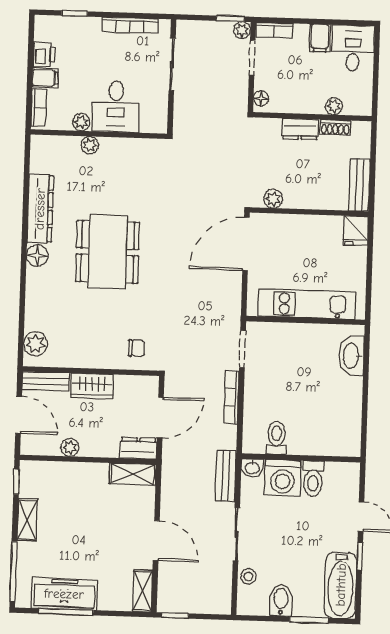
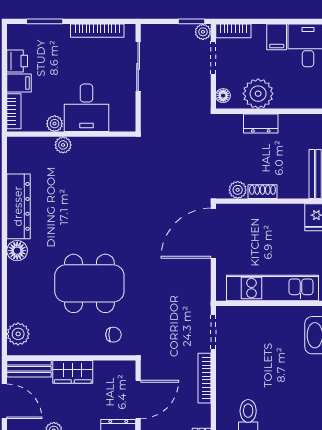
window: (75, 13) -> (45, 21), width x1.50
plant: (334, 106) -> (258, 94), moved, width x1.88, depth x1.88
shoe rack: (335, 128) -> (262, 192), moved, turned 180
dining table: (108, 252) -> (89, 283), moved, turned 90

